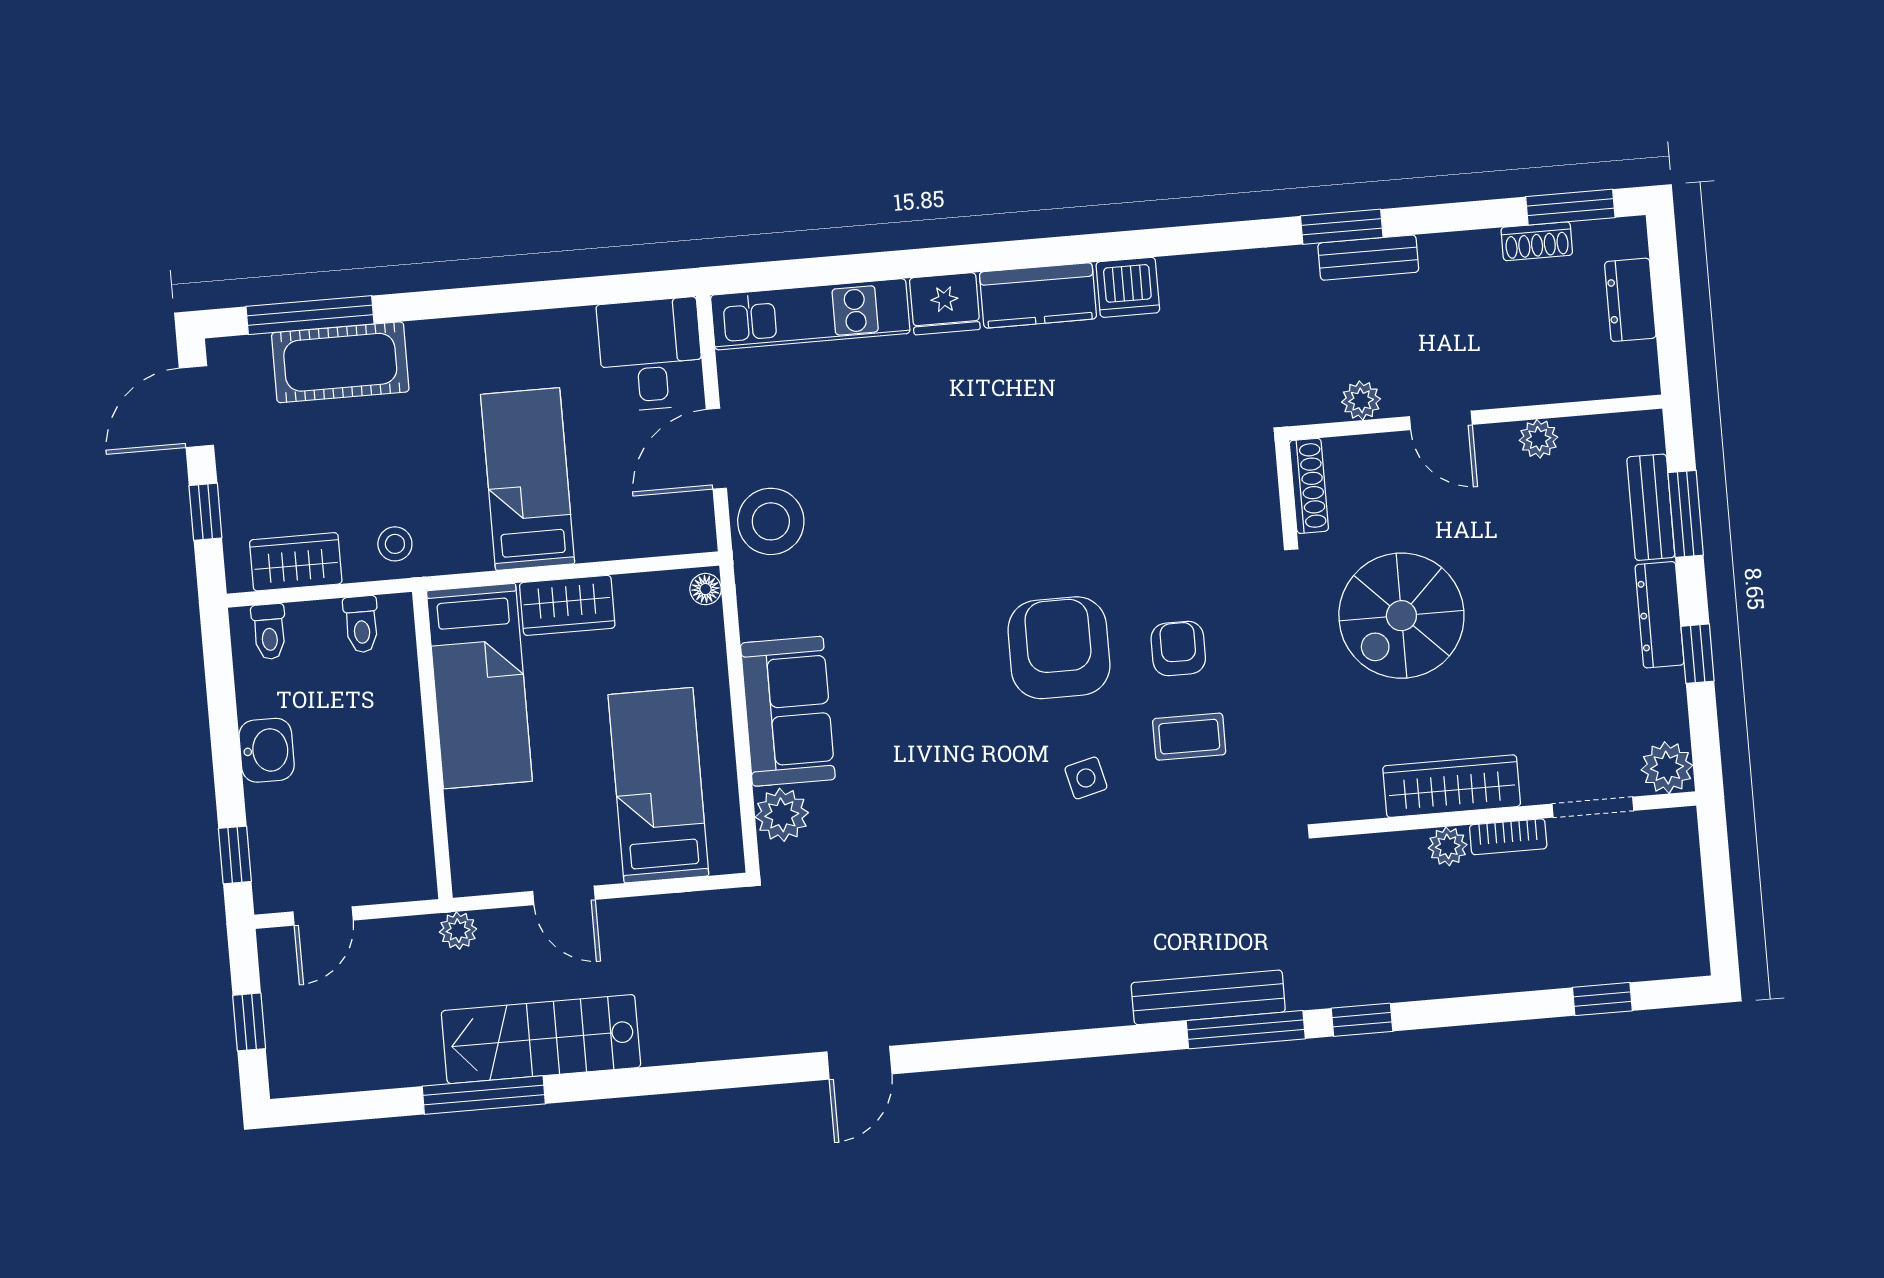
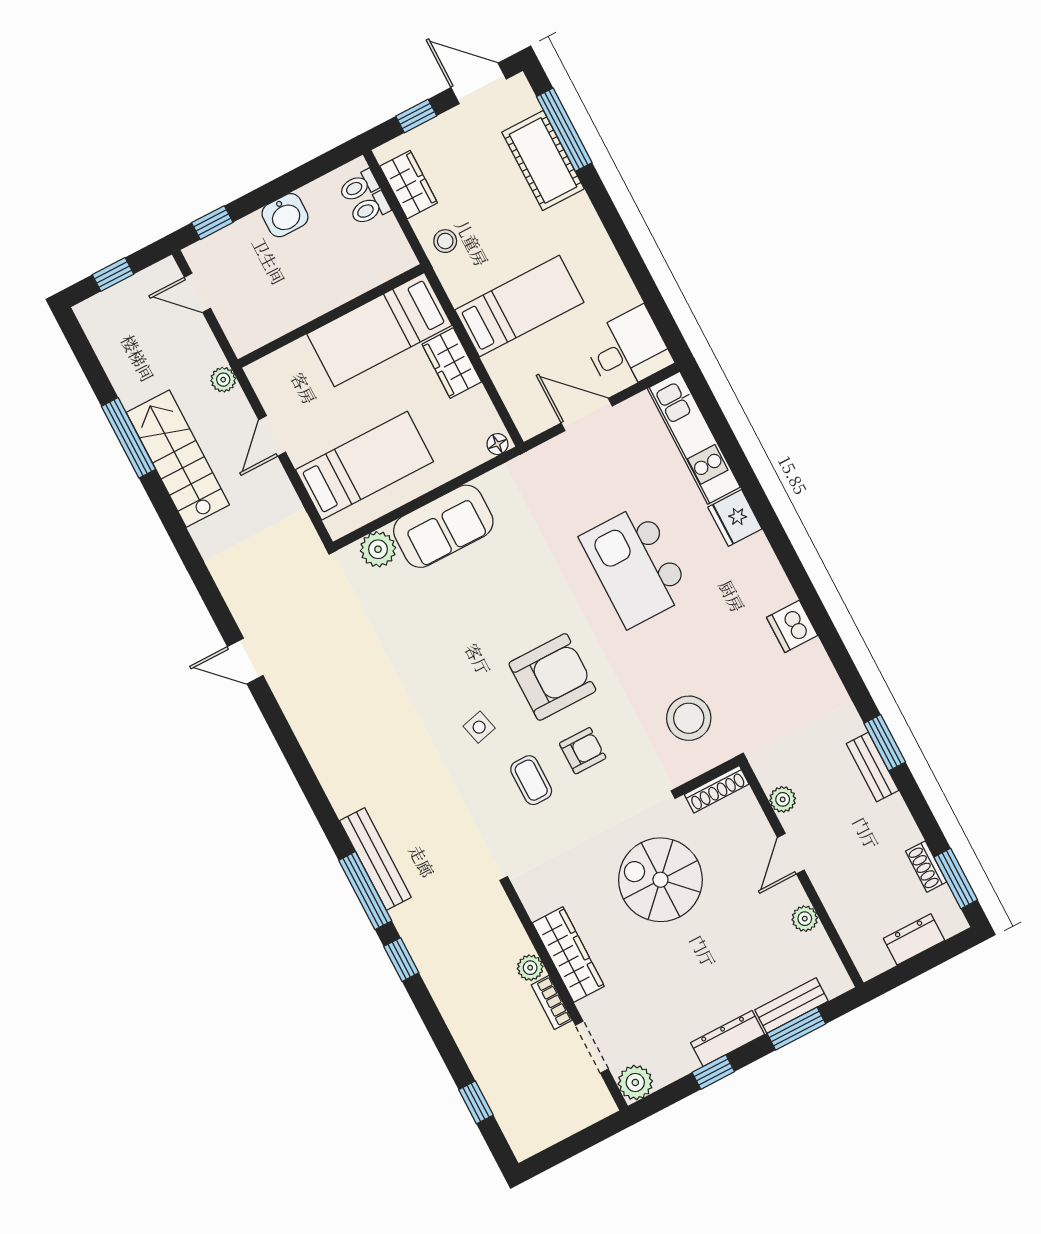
kitchen counter: (1038, 295) -> (764, 573), removed
kitchen island: (954, 469) -> (635, 566), added
stool: (771, 521) -> (689, 718), moved
toilet: (361, 624) -> (370, 209), moved

